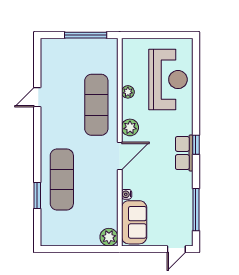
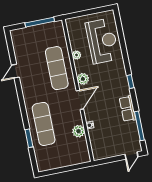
row of seats: (184, 153) -> (128, 109), moved
sofa: (134, 222) -> (99, 143), removed
plant: (109, 237) -> (79, 131), moved

